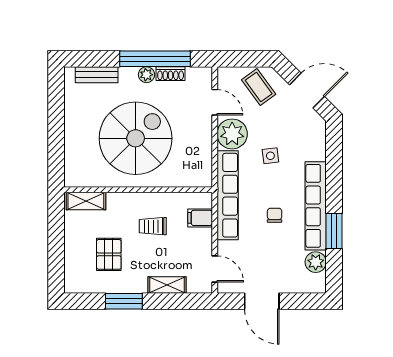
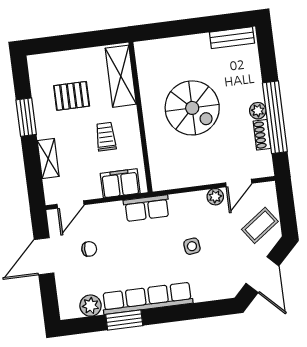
bench: (97, 75) -> (232, 38), moved, turned 90
plant: (232, 134) -> (215, 197), width x0.53, depth x0.53
spiral stairs: (136, 138) -> (192, 108), width x0.73, depth x0.73
row of seats: (228, 195) -> (147, 208), width x0.50
shelving: (86, 201) -> (121, 76), width x1.50, depth x1.33
chair: (275, 215) -> (89, 249), moved
filing cabinet: (200, 218) -> (120, 183), width x2.00

